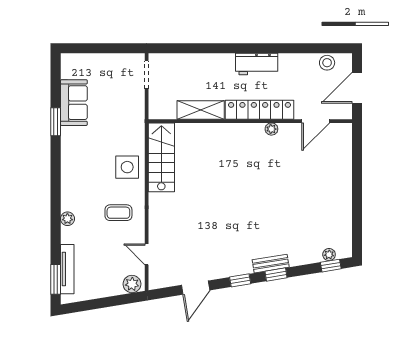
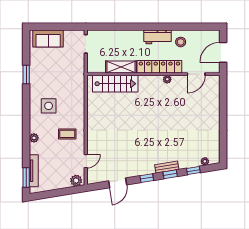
stool: (327, 63) -> (181, 42), moved
sofa: (74, 103) -> (48, 38), moved, turned 90
stairs: (161, 157) -> (115, 84), moved, turned 90
side table: (127, 167) -> (49, 106), moved
door: (147, 254) -> (86, 161), swing flipped
window: (331, 266) -> (193, 171), moved

